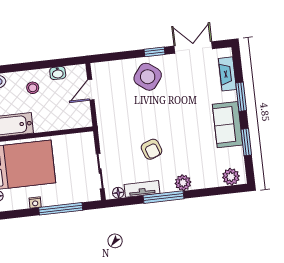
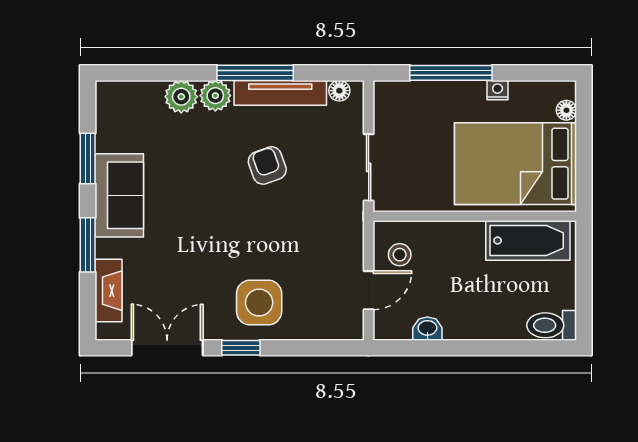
double door: (193, 47) -> (167, 348), swing flipped
side table: (148, 77) -> (259, 303), turned -37
stool: (33, 88) -> (400, 255), moved
sliding door: (100, 171) -> (369, 167), moved
plant: (231, 177) -> (181, 97), moved
tv unit: (142, 189) -> (280, 93), width x1.41

